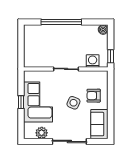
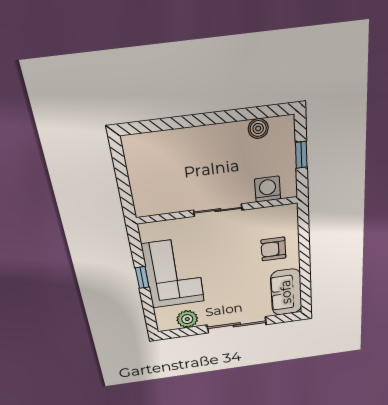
window: (61, 22) -> (197, 120), removed
boiler: (103, 29) -> (258, 128), moved
window: (111, 56) -> (301, 155), moved
side table: (73, 103) -> (238, 266), removed

